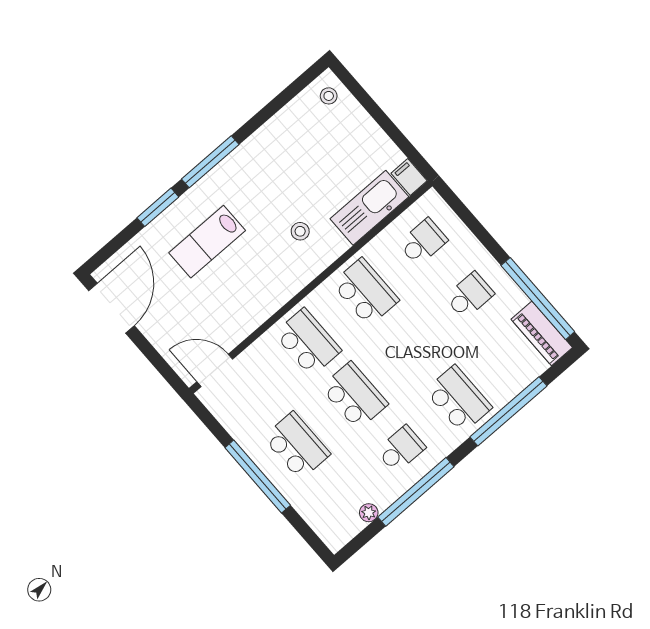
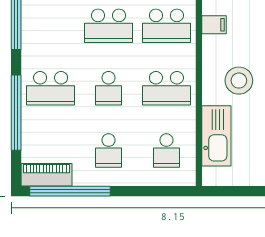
filing cabinet: (409, 177) -> (214, 25), moved
stool: (300, 231) -> (239, 81), width x1.89, depth x1.89
school desk: (401, 449) -> (109, 88), moved

